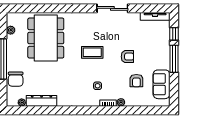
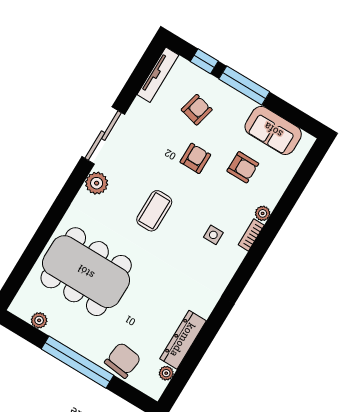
plant: (89, 18) -> (97, 183), added
armchair: (150, 44) -> (197, 110), added
chair: (16, 79) -> (123, 360), turned -83

